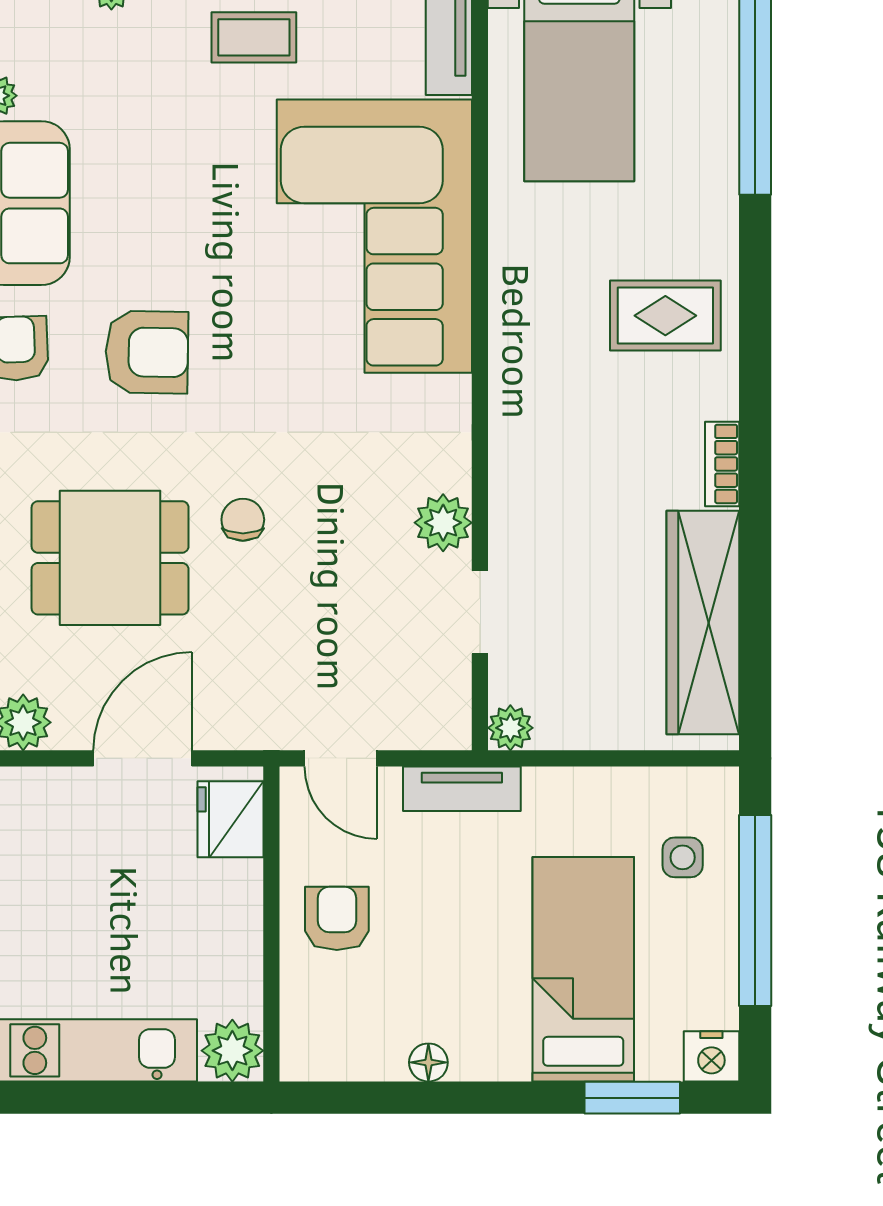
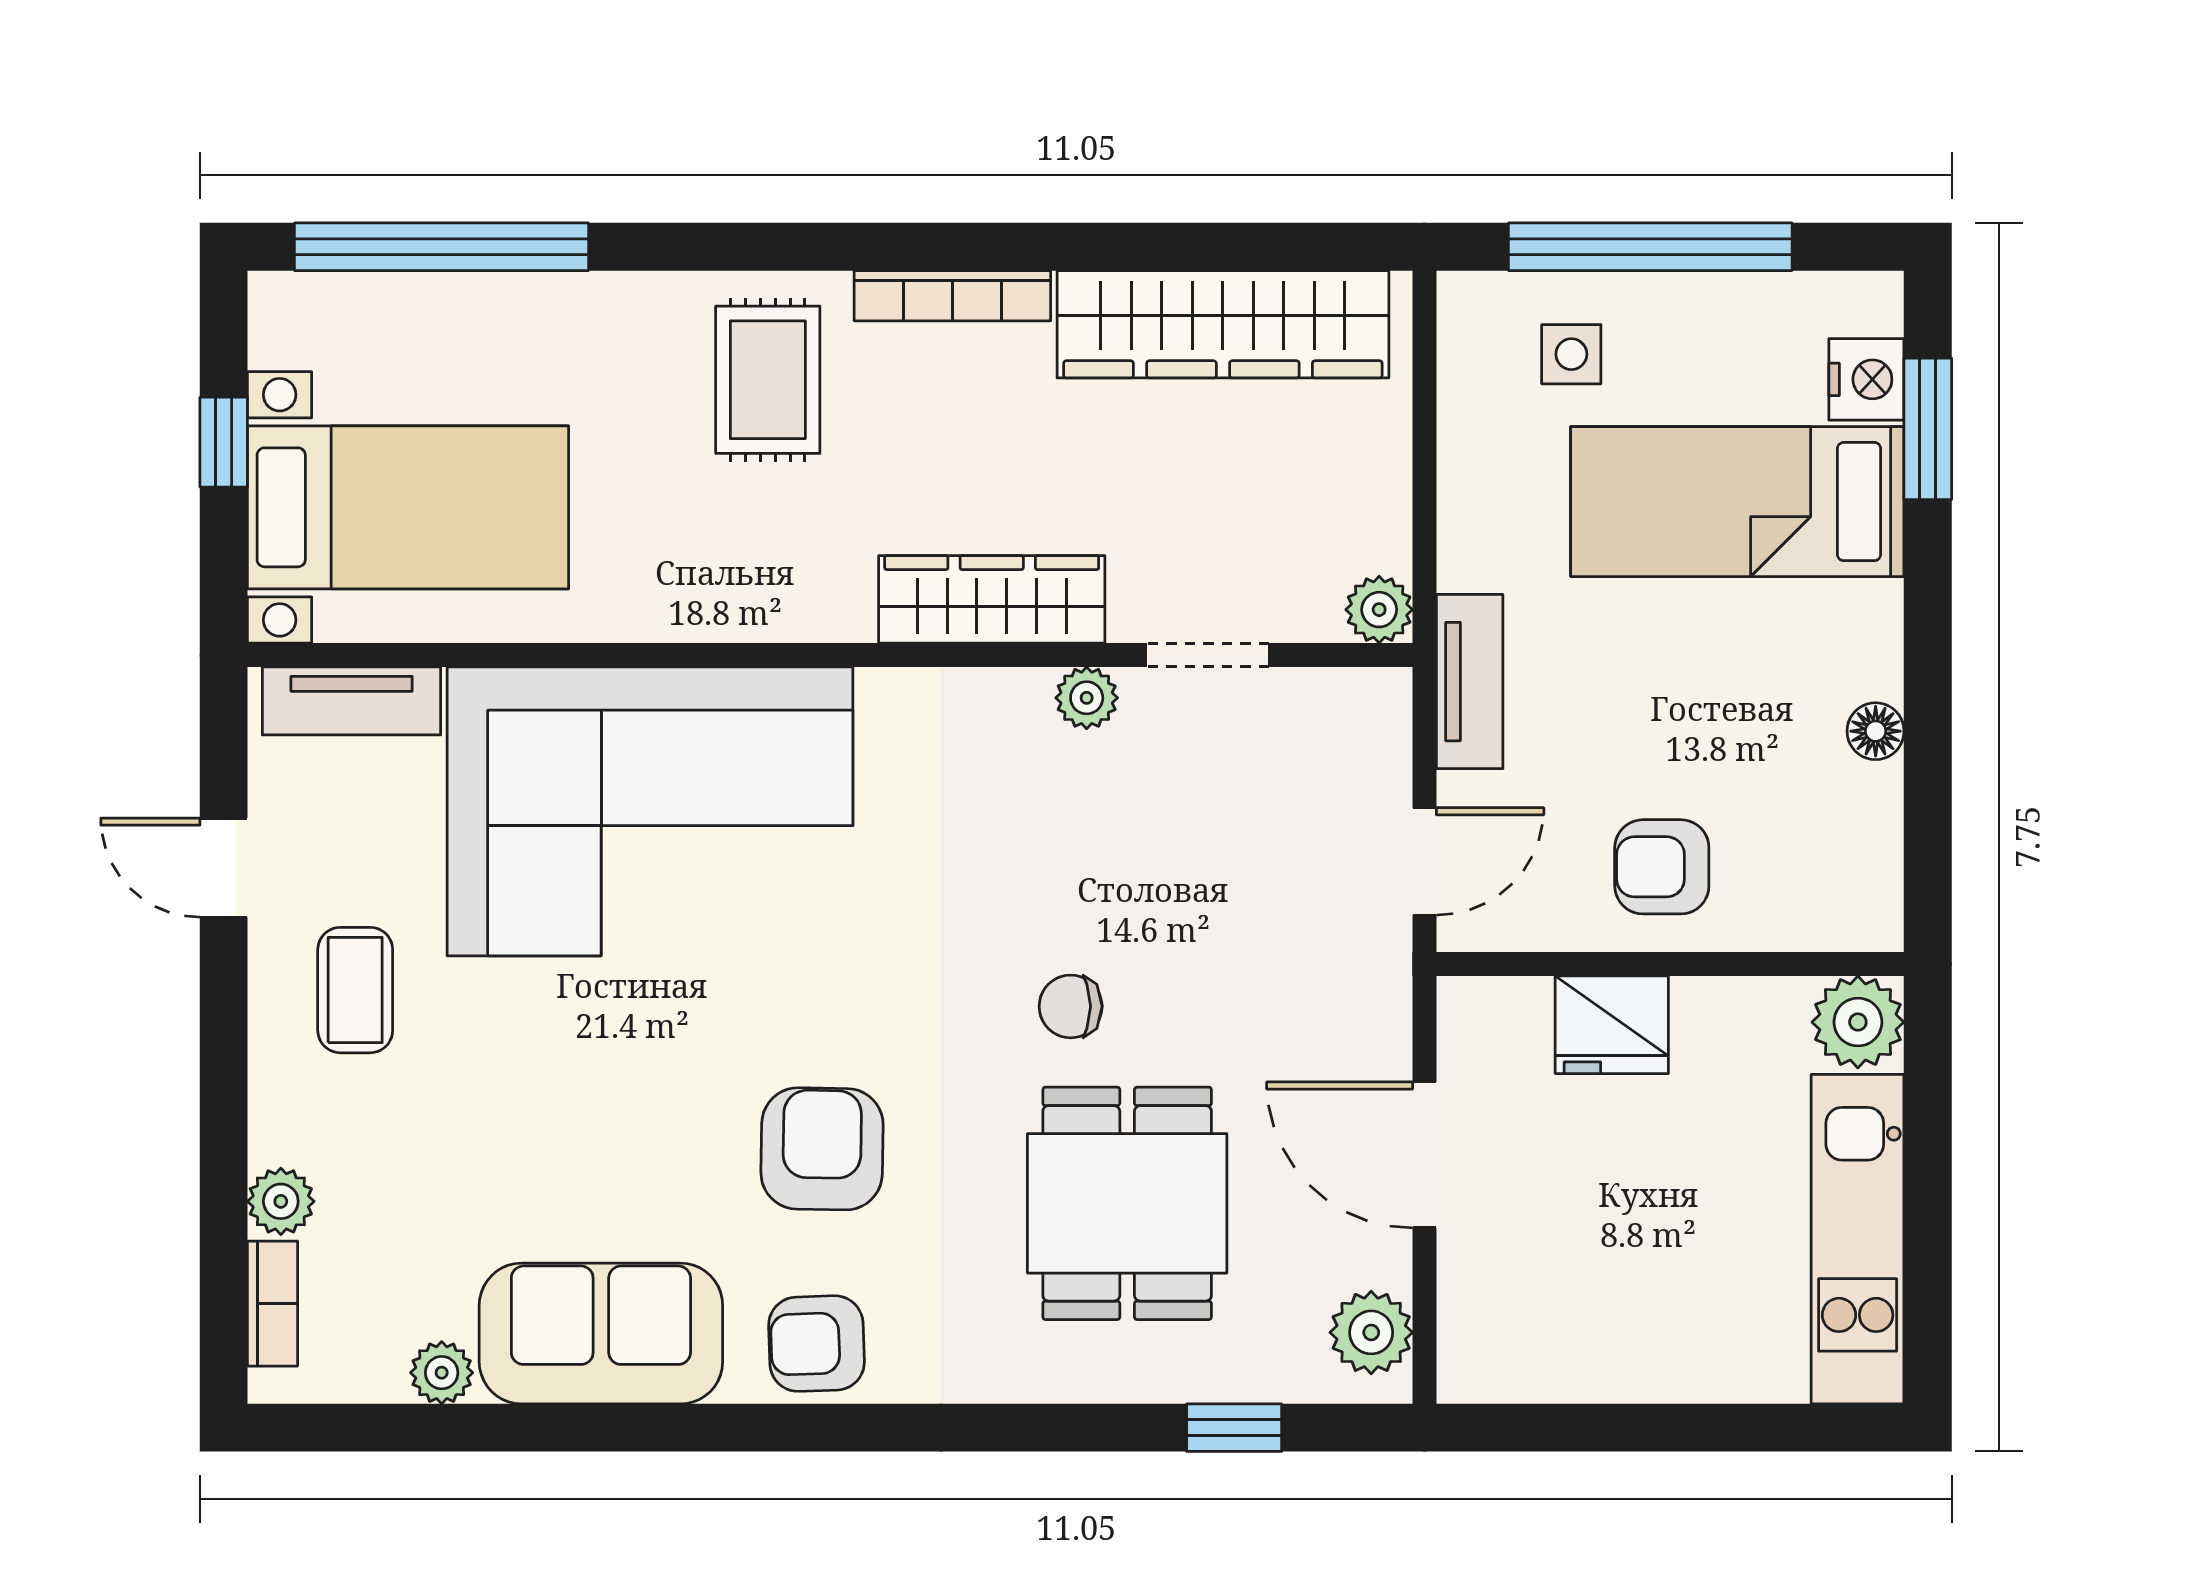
bookcase: (722, 464) -> (952, 296), width x1.56
wardrobe: (517, 467) -> (992, 599), added
plant: (443, 523) -> (1087, 698), width x0.73, depth x0.73
fridge: (231, 819) -> (1612, 1025), moved
nightstand: (711, 1056) -> (1866, 379), moved

